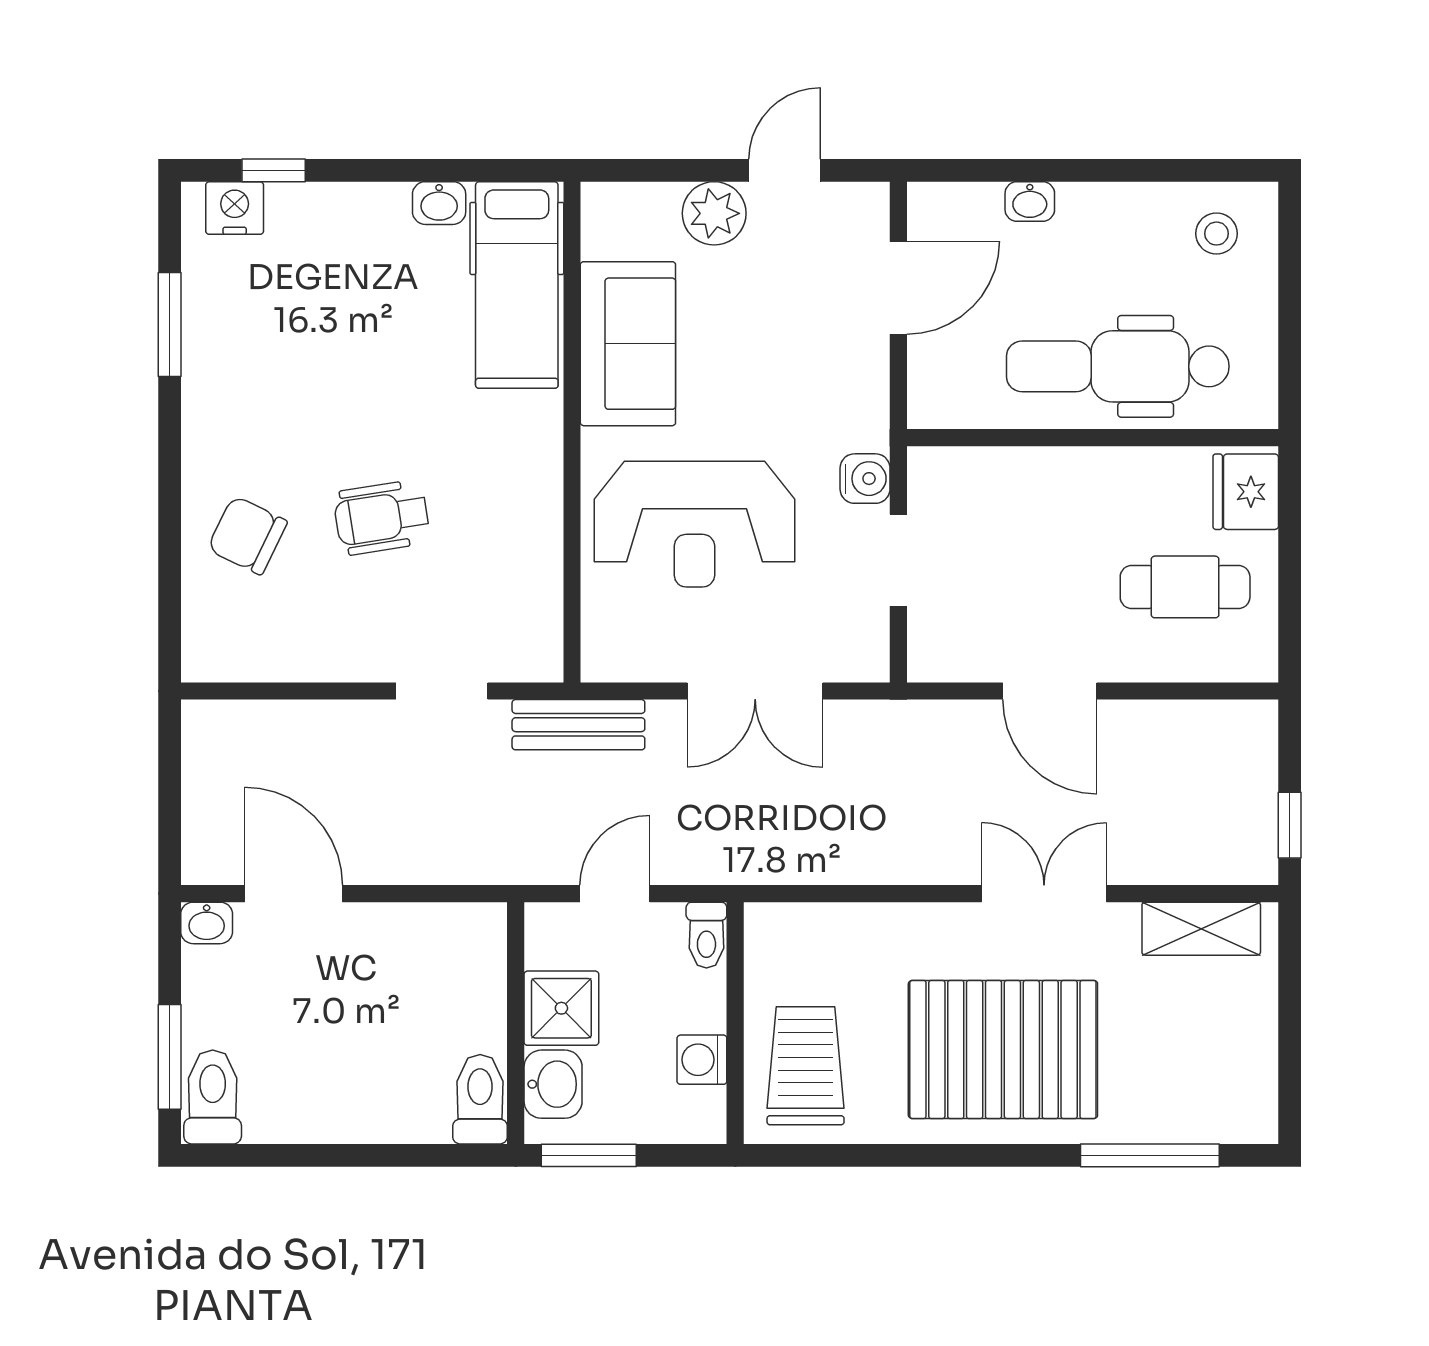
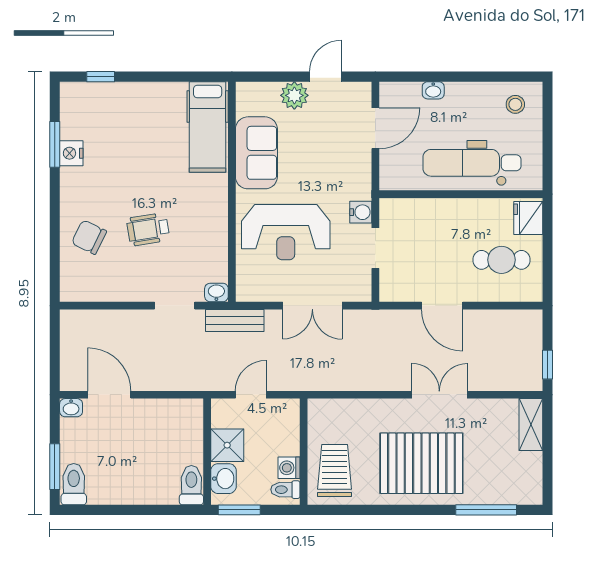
washbasin: (439, 203) -> (216, 292), moved, turned 180
nightstand: (235, 208) -> (71, 153), moved, turned -90
shelving: (1201, 929) -> (531, 424), moved, turned 90
toilet: (706, 935) -> (285, 490), moved, turned 90

